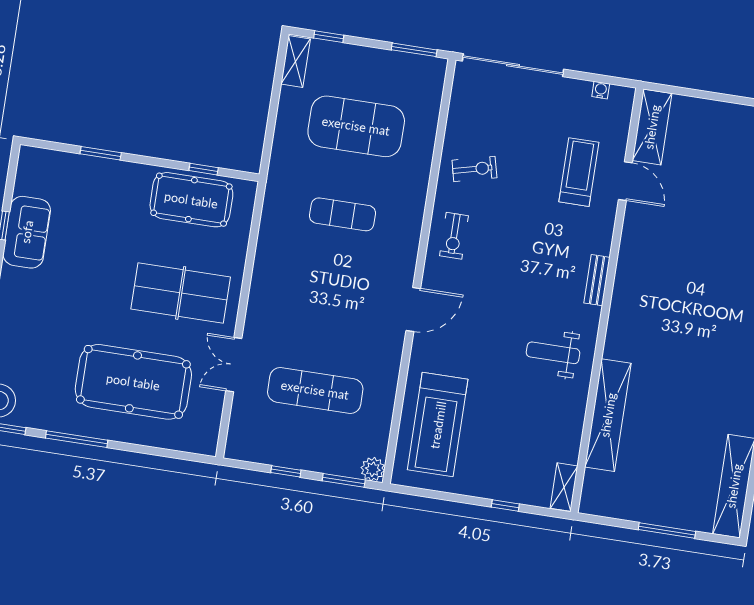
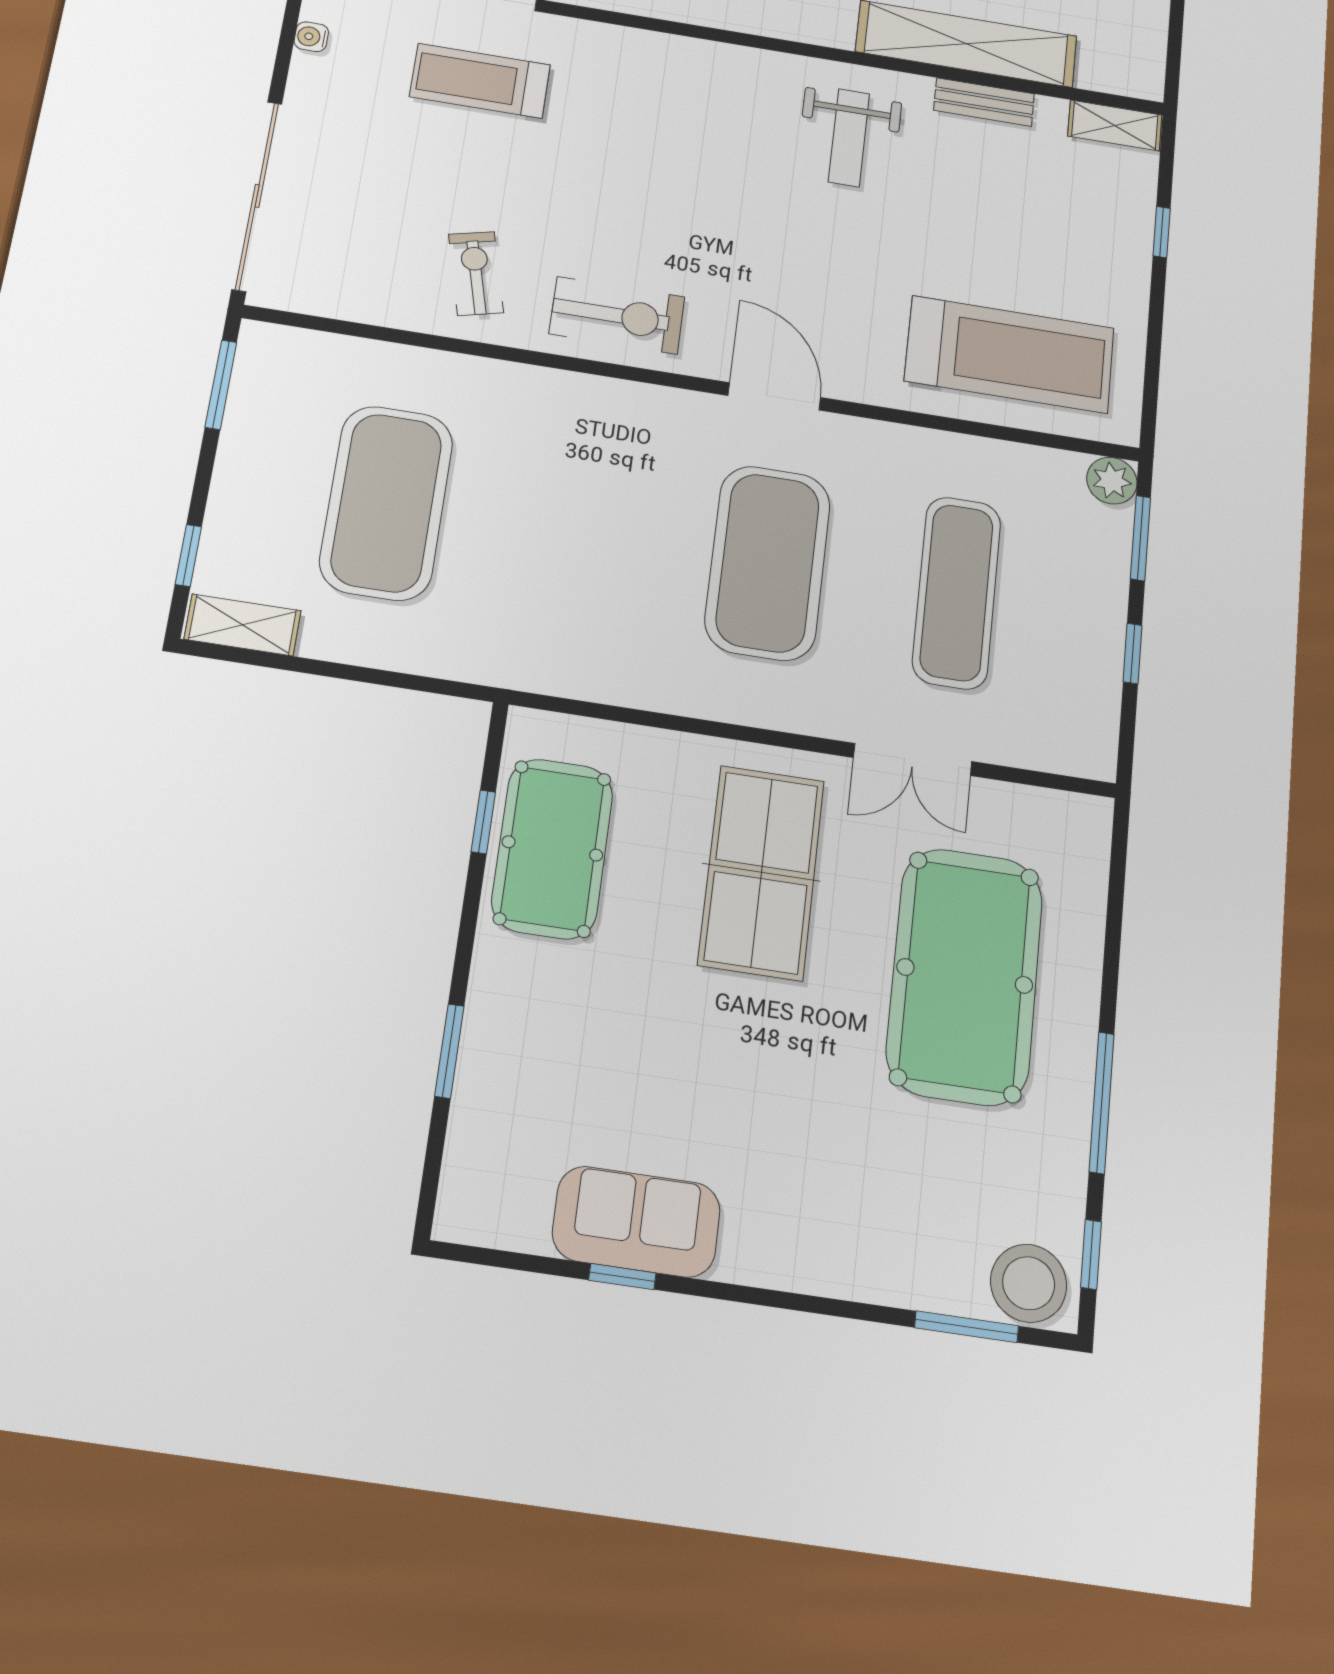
exercise mat: (343, 214) -> (768, 563), moved, width x2.00, depth x1.45
exercise bike: (454, 236) -> (617, 315), width x1.38, depth x1.39
bench: (597, 280) -> (984, 102), moved

